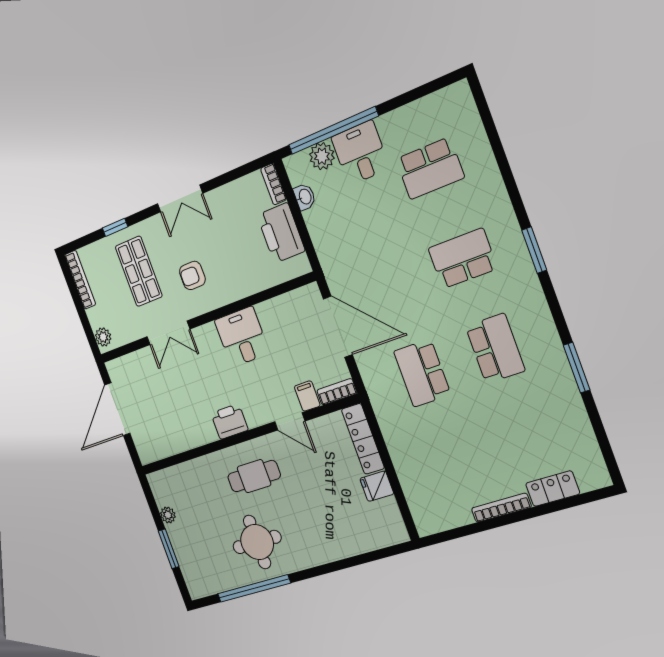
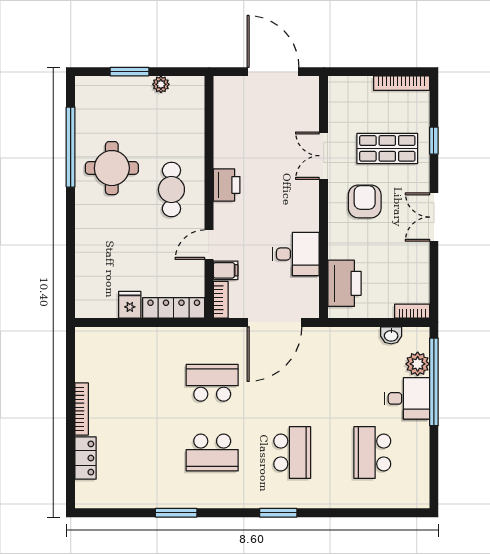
printer: (281, 233) -> (344, 283), moved, turned 90
armchair: (192, 275) -> (365, 201), width x1.38, depth x1.38
plant: (103, 337) -> (343, 85), removed
desk: (242, 337) -> (296, 254), moved

